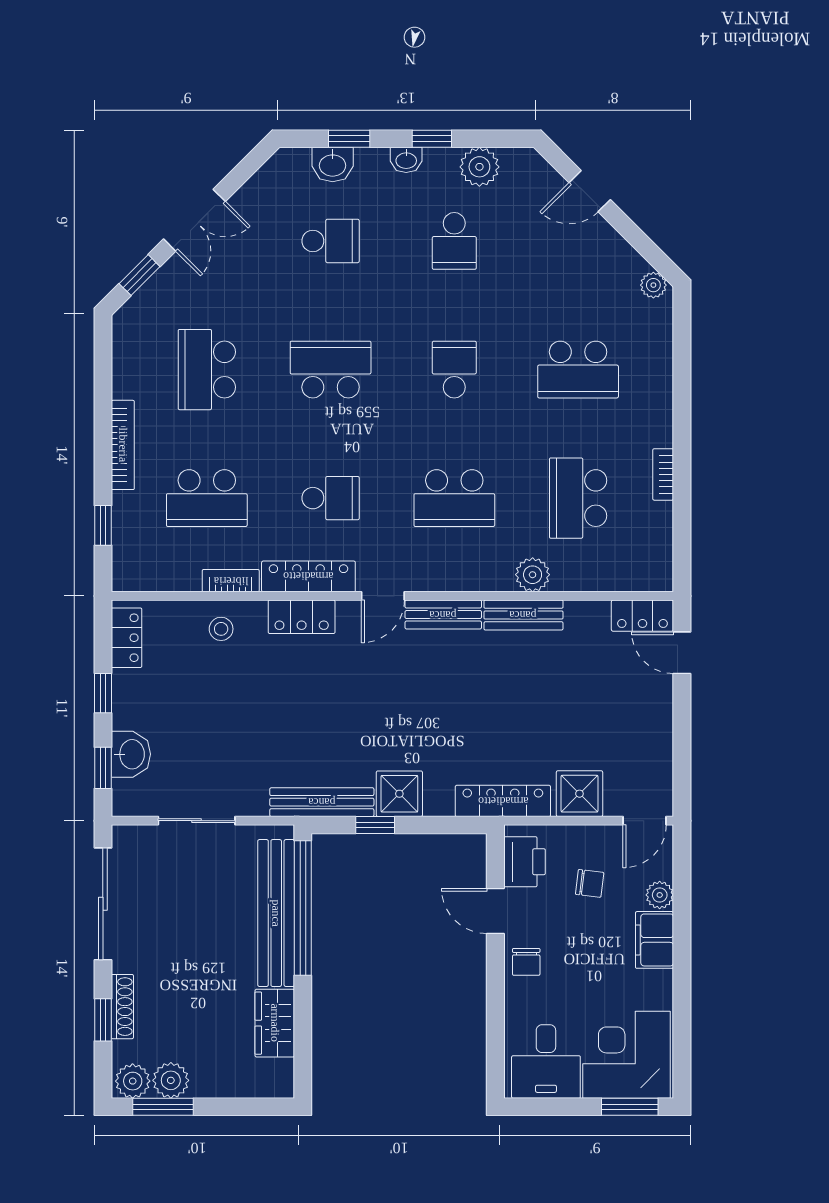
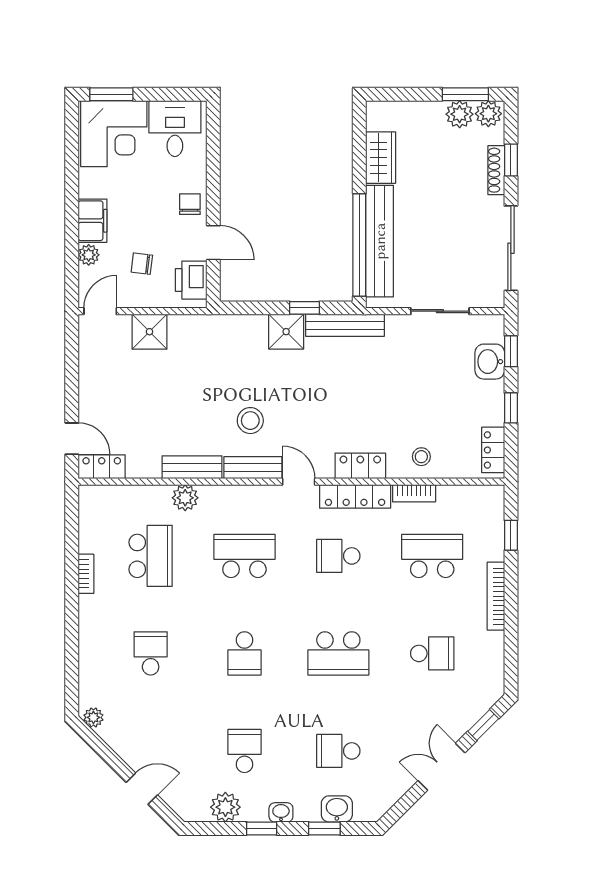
school desk: (207, 370) -> (432, 653), width x0.54
school desk: (578, 370) -> (151, 653), width x0.54
door: (383, 596) -> (299, 482), hinge flipped
stool: (447, 677) -> (250, 421), added
locker: (503, 801) -> (208, 326), removed

